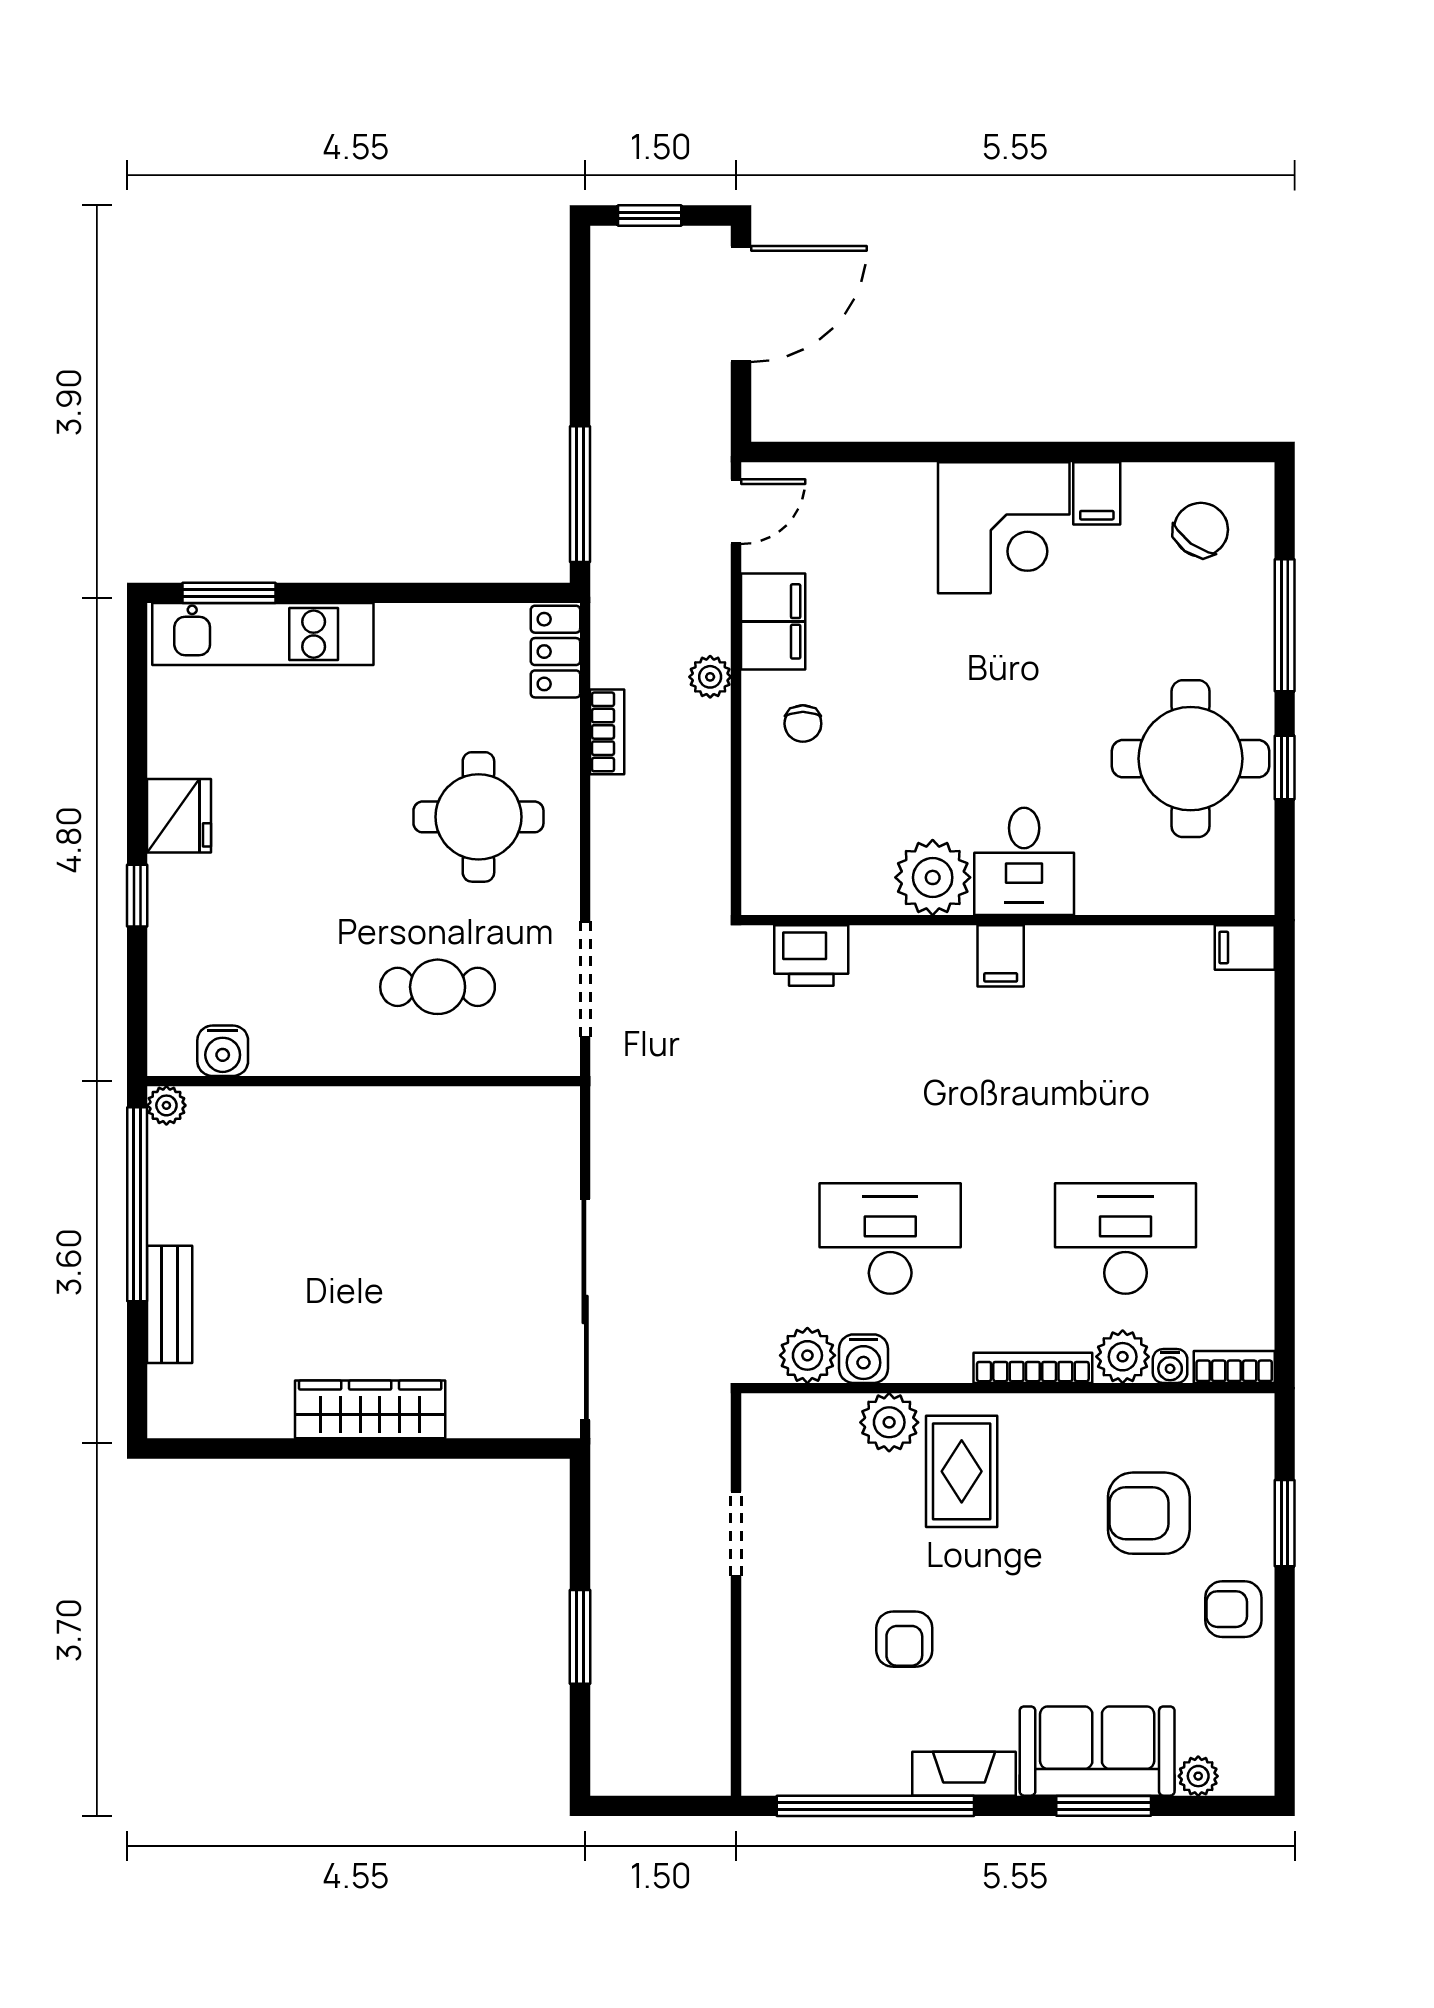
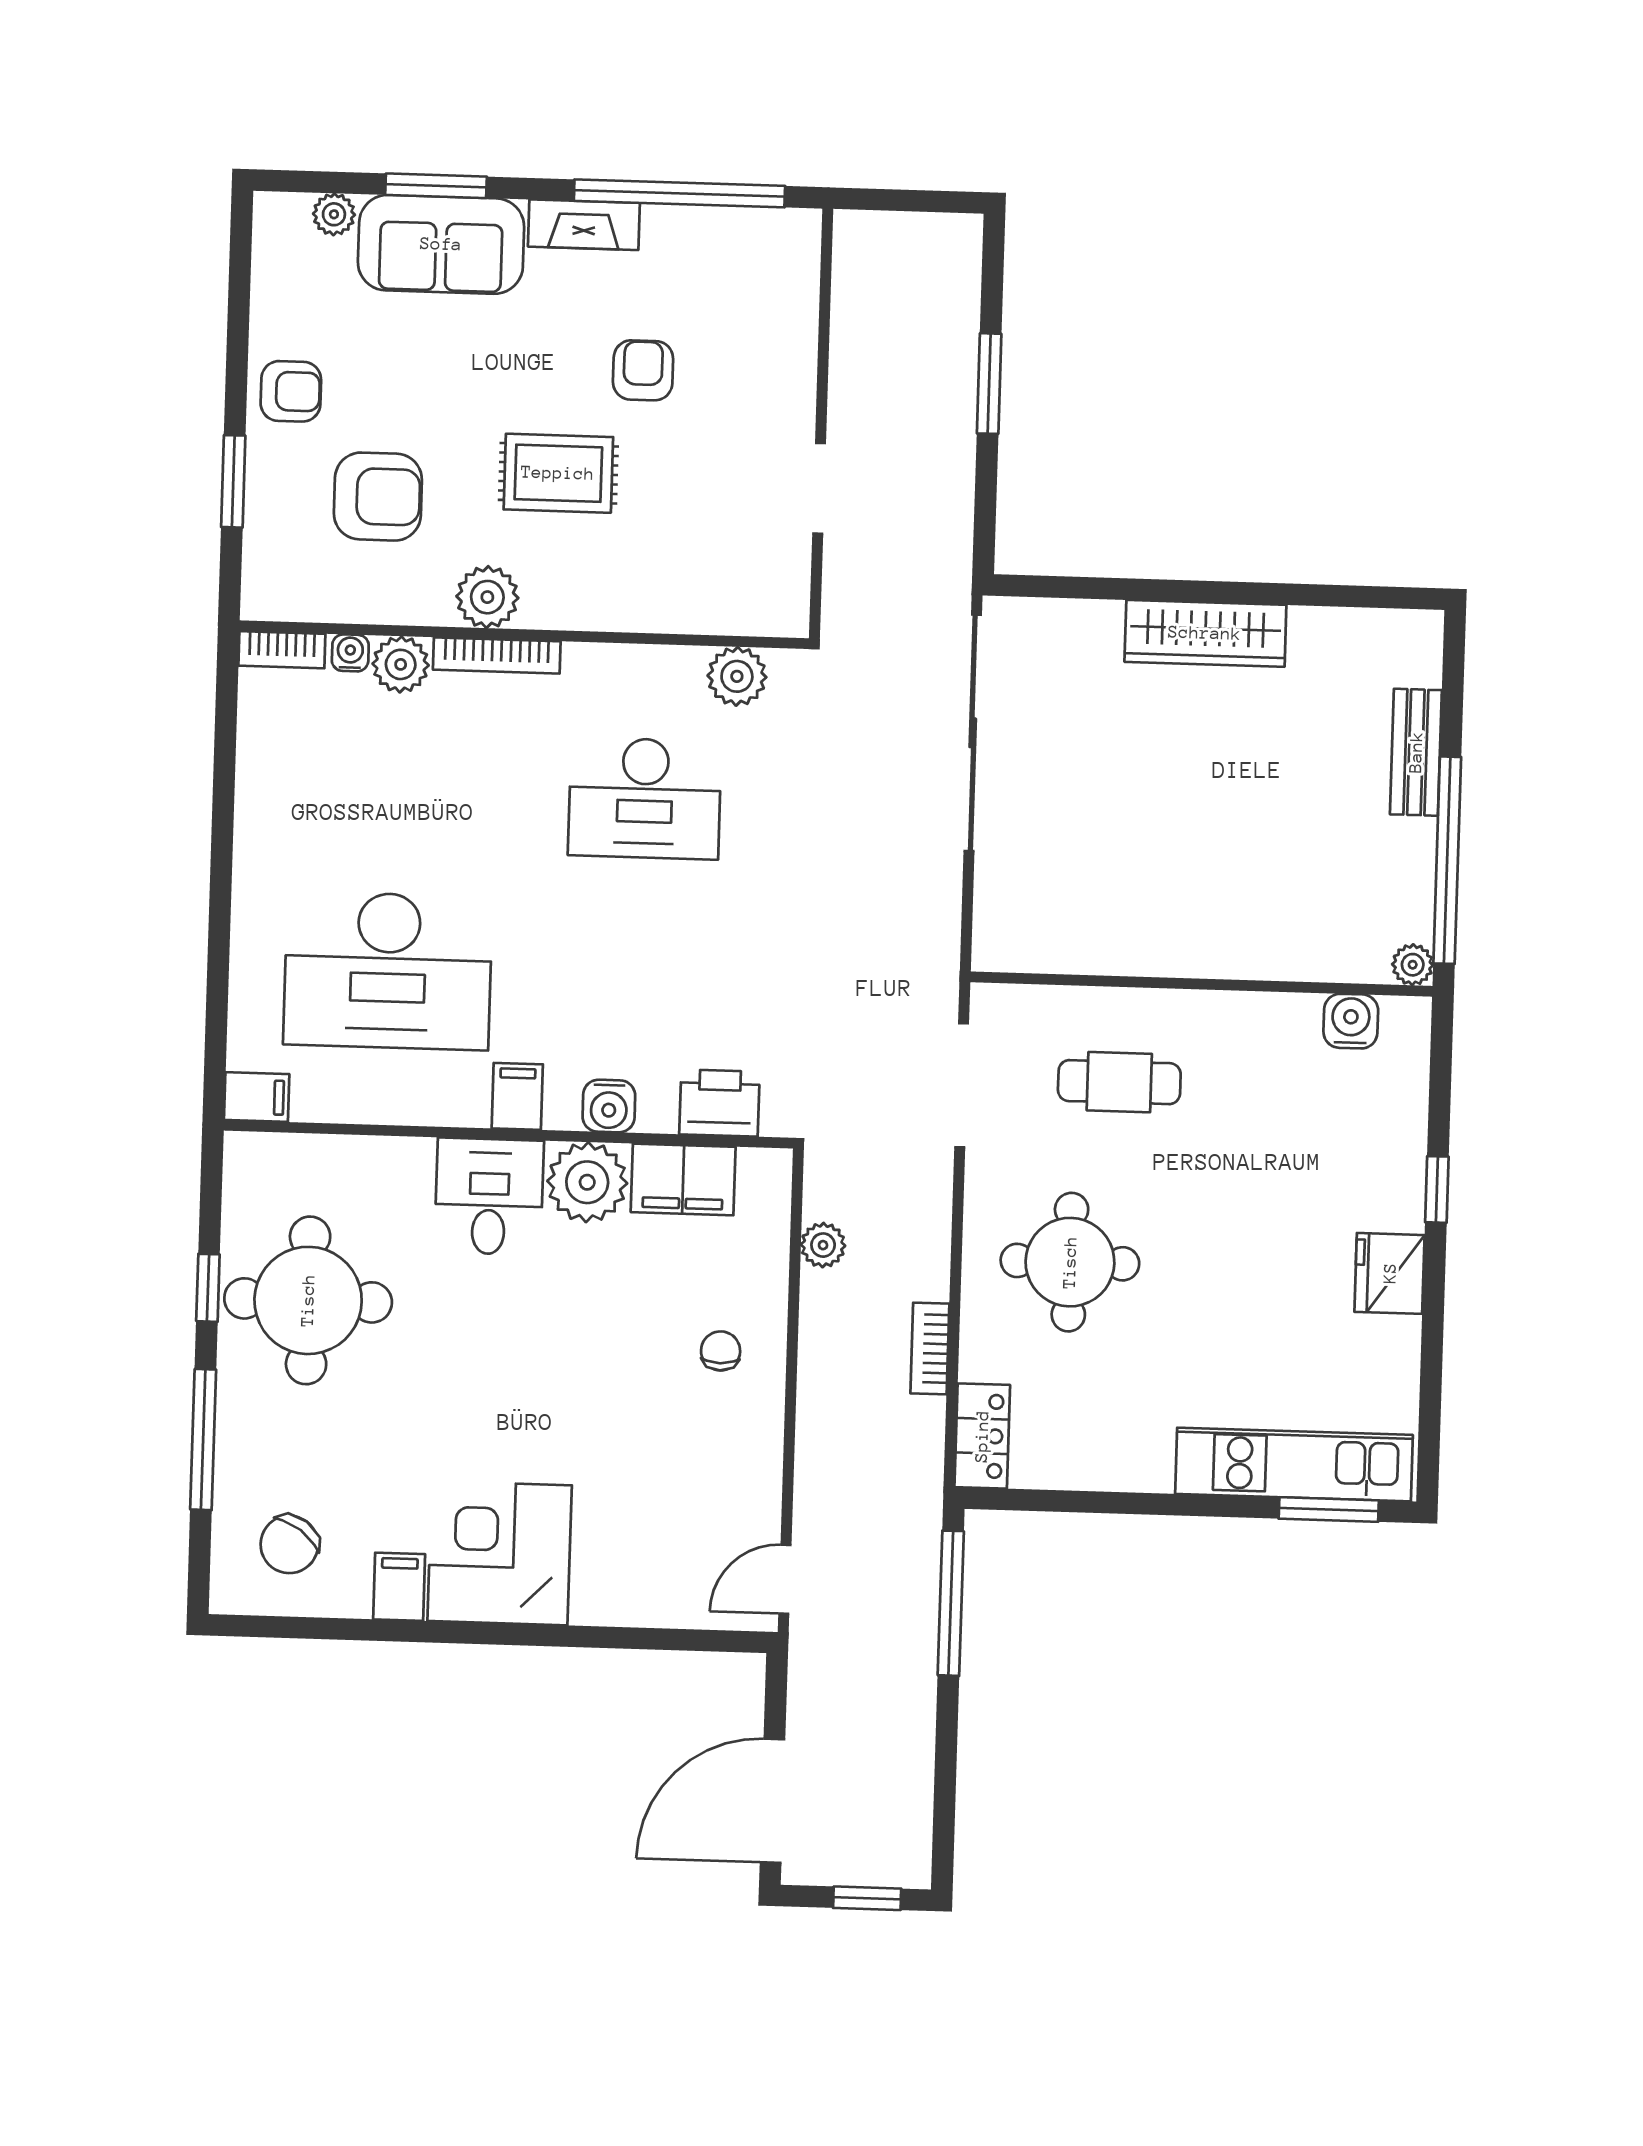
filing cabinet: (773, 621) -> (683, 1179), moved, turned -90
plant: (710, 677) -> (823, 1245), moved
desk: (1125, 1239) -> (388, 971), moved, width x1.36, depth x1.30
water cooler: (864, 1359) -> (609, 1106), moved, turned 180
plant: (889, 1422) -> (487, 597), moved
rug: (962, 1471) -> (558, 473), moved, turned 90

